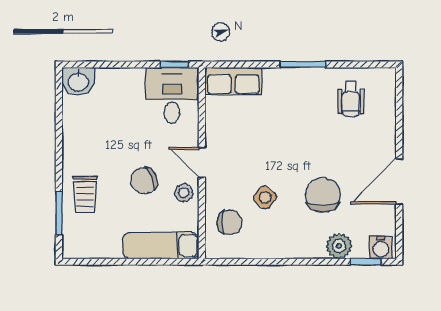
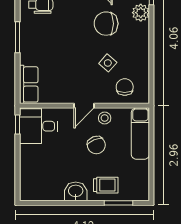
washbasin: (78, 81) -> (76, 191), moved, turned -90

